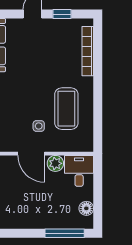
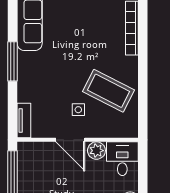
coffee table: (66, 109) -> (108, 91), turned -63

